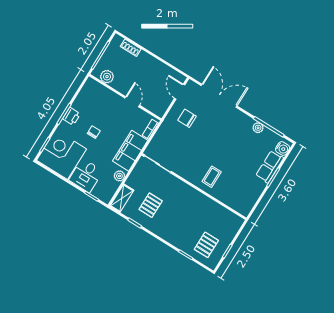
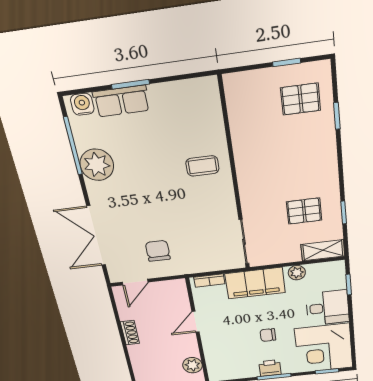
shoe rack: (131, 48) -> (130, 333), moved
chair: (187, 118) -> (158, 251), turned 180
plant: (258, 128) -> (97, 165), width x1.87, depth x1.87

